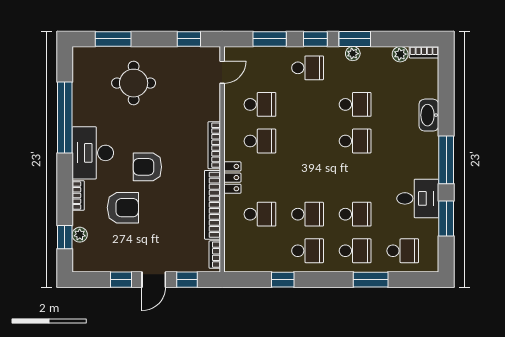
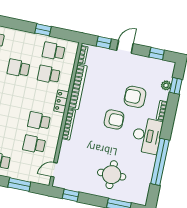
school desk: (308, 251) -> (54, 51), moved
window: (121, 280) -> (157, 54), moved

